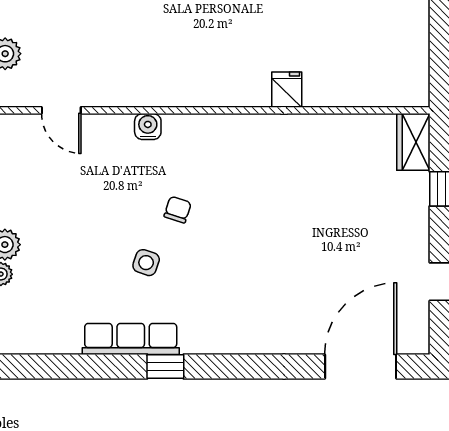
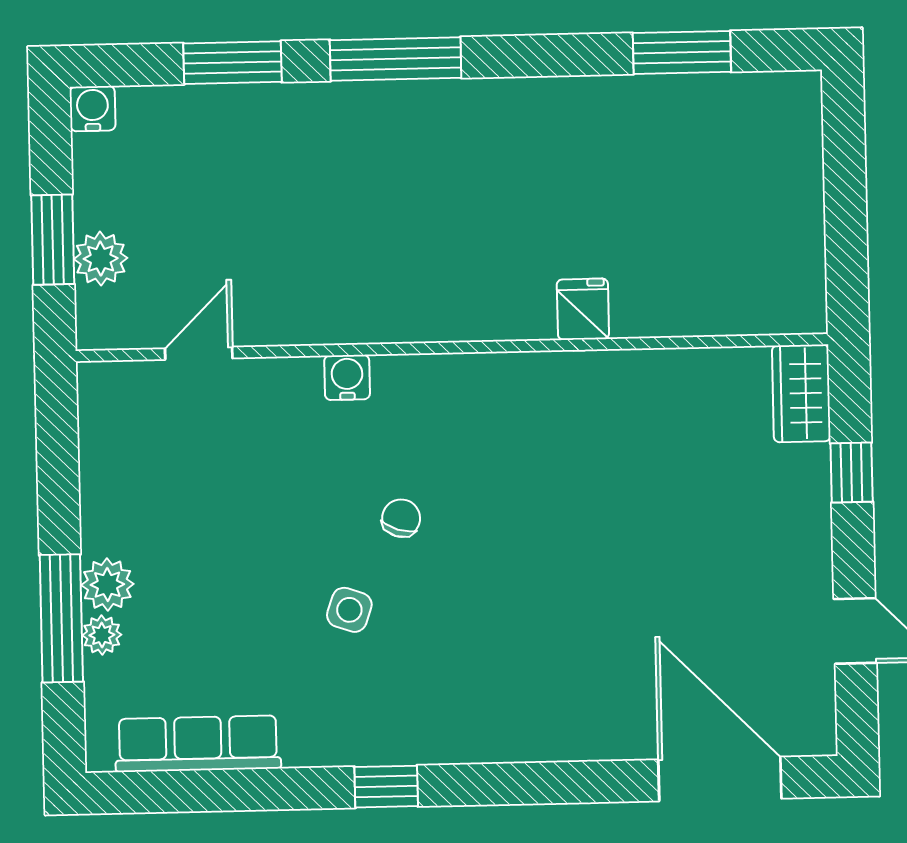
door: (61, 110) -> (199, 353), swing flipped
row of seats: (131, 339) -> (198, 744), moved
door: (361, 366) -> (720, 779), hinge flipped

